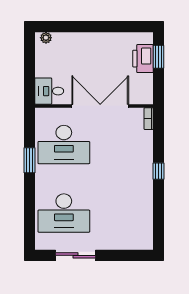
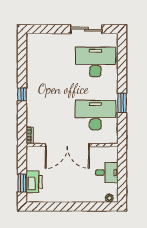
desk: (49, 91) -> (107, 173), moved

